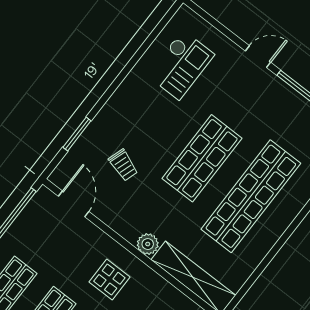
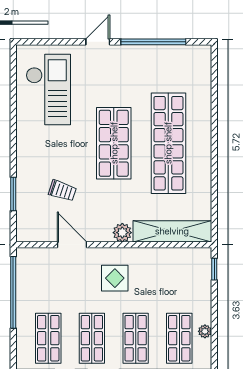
checkout: (181, 65) -> (48, 89), width x1.36, depth x1.21
door: (74, 204) -> (72, 245), moved

